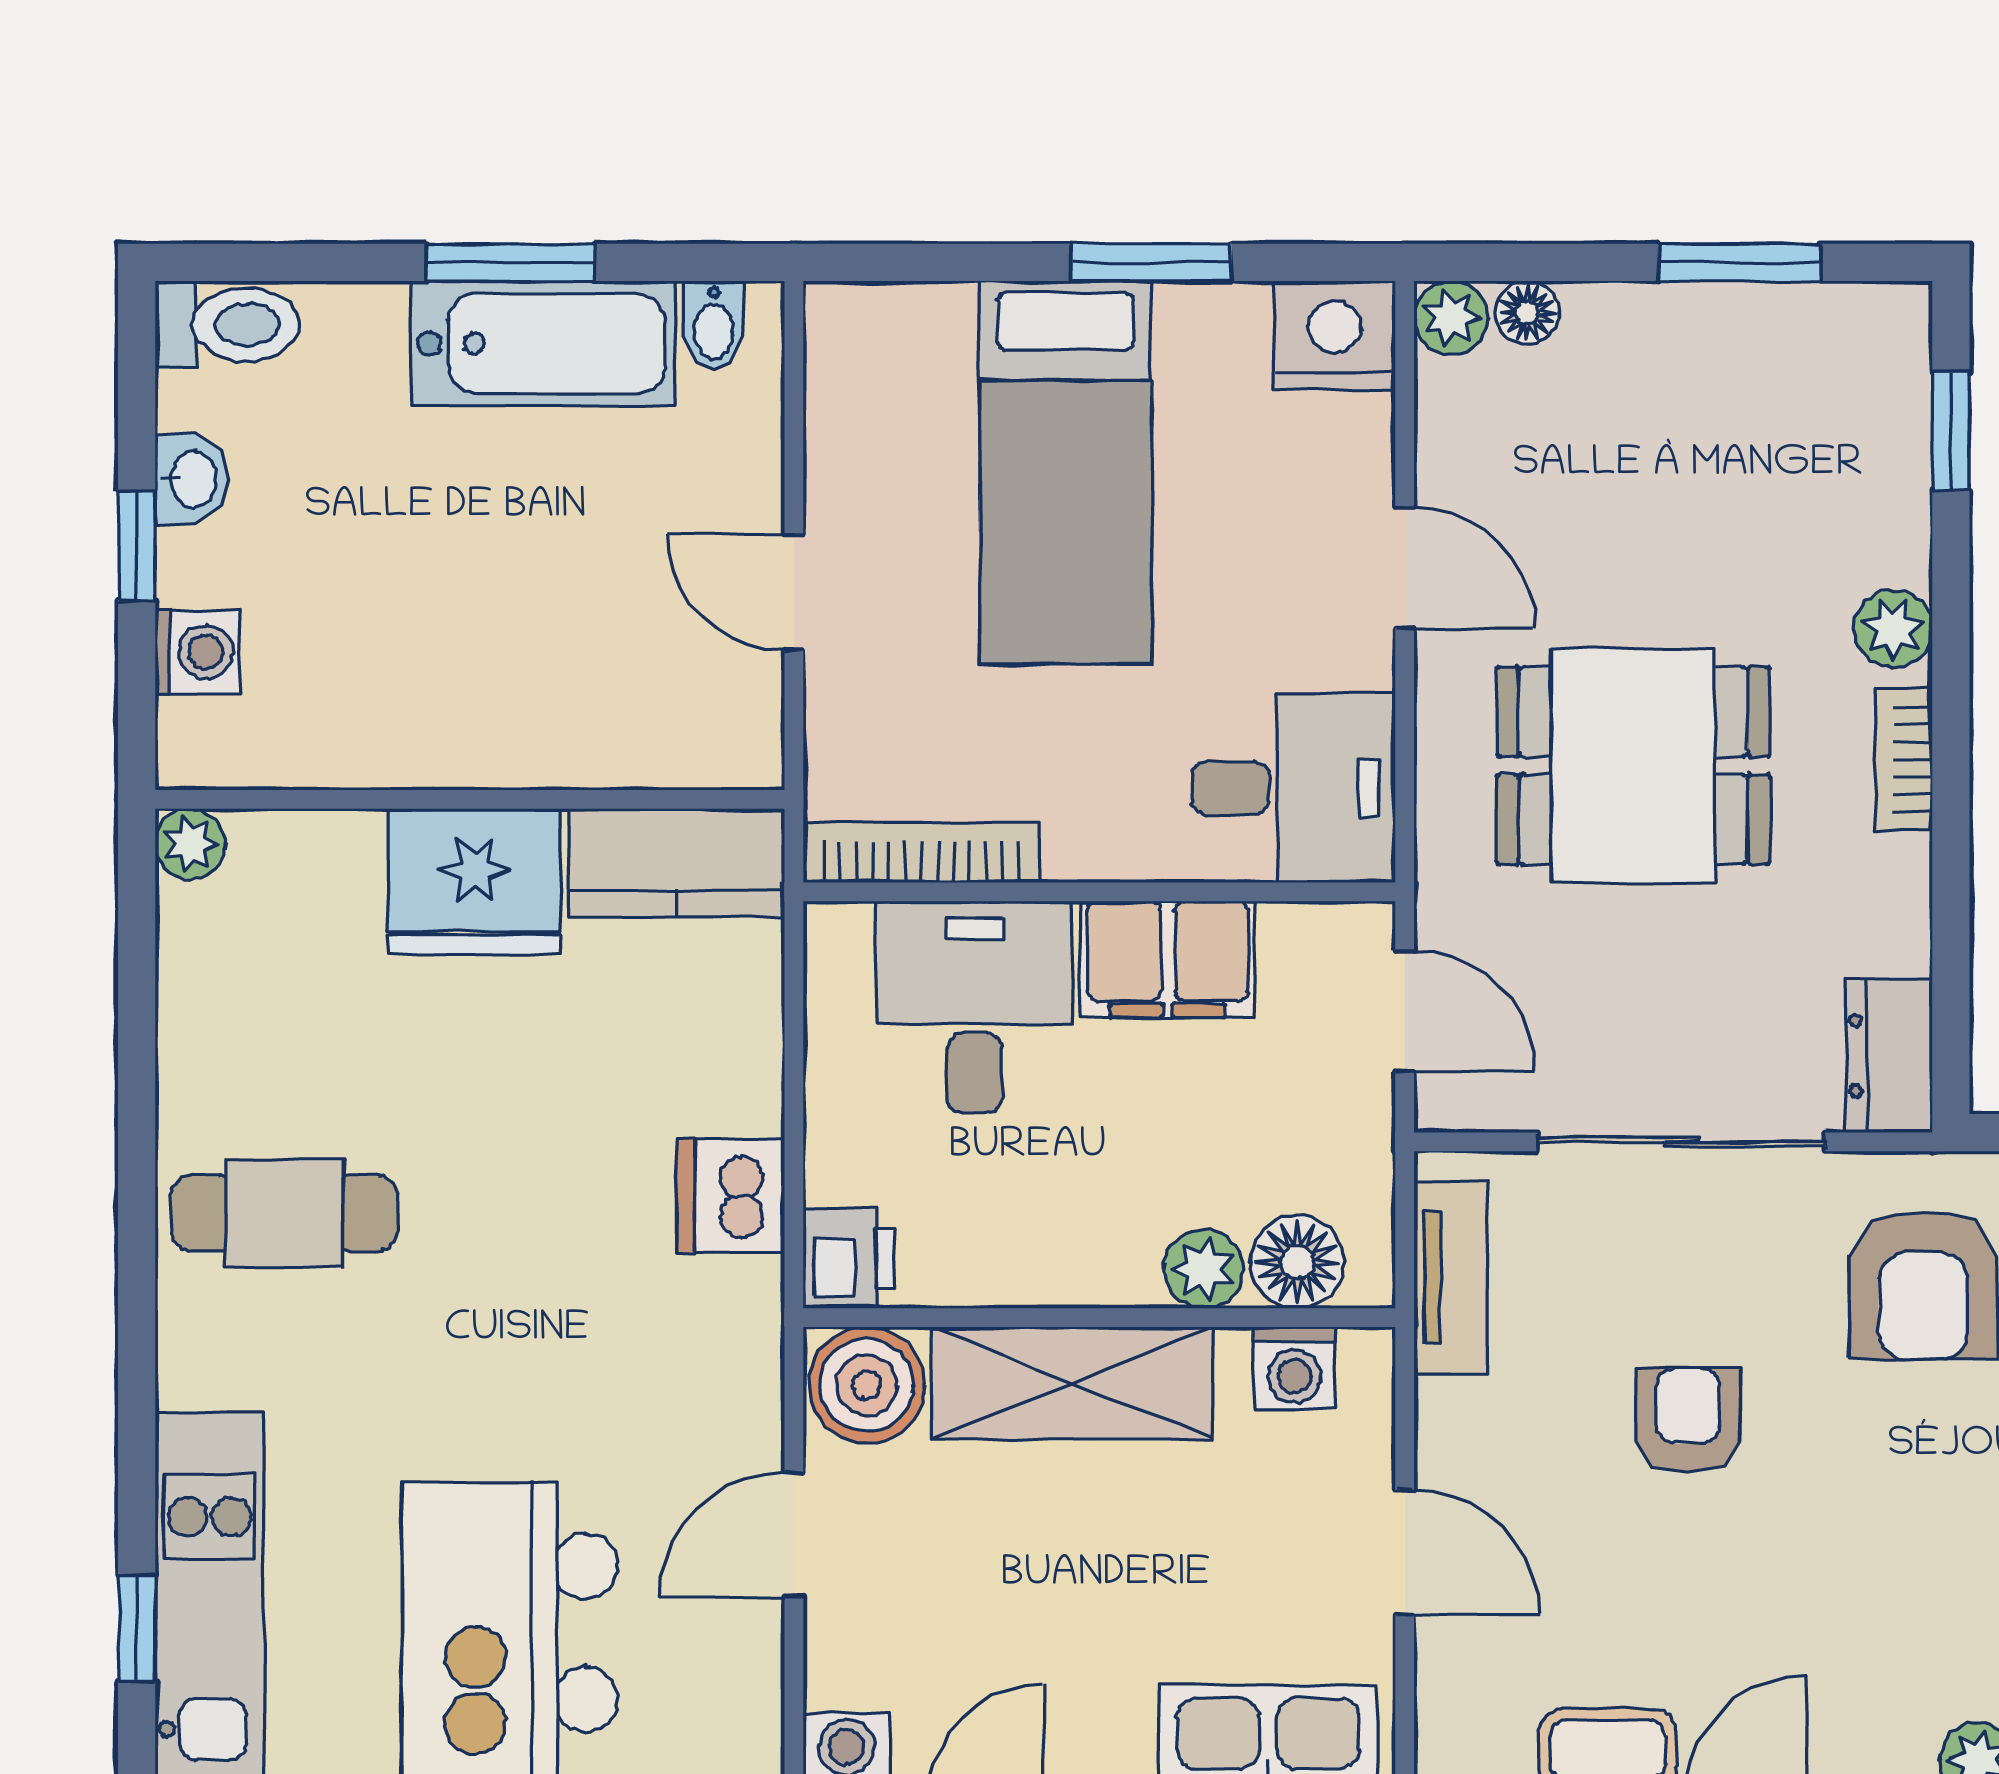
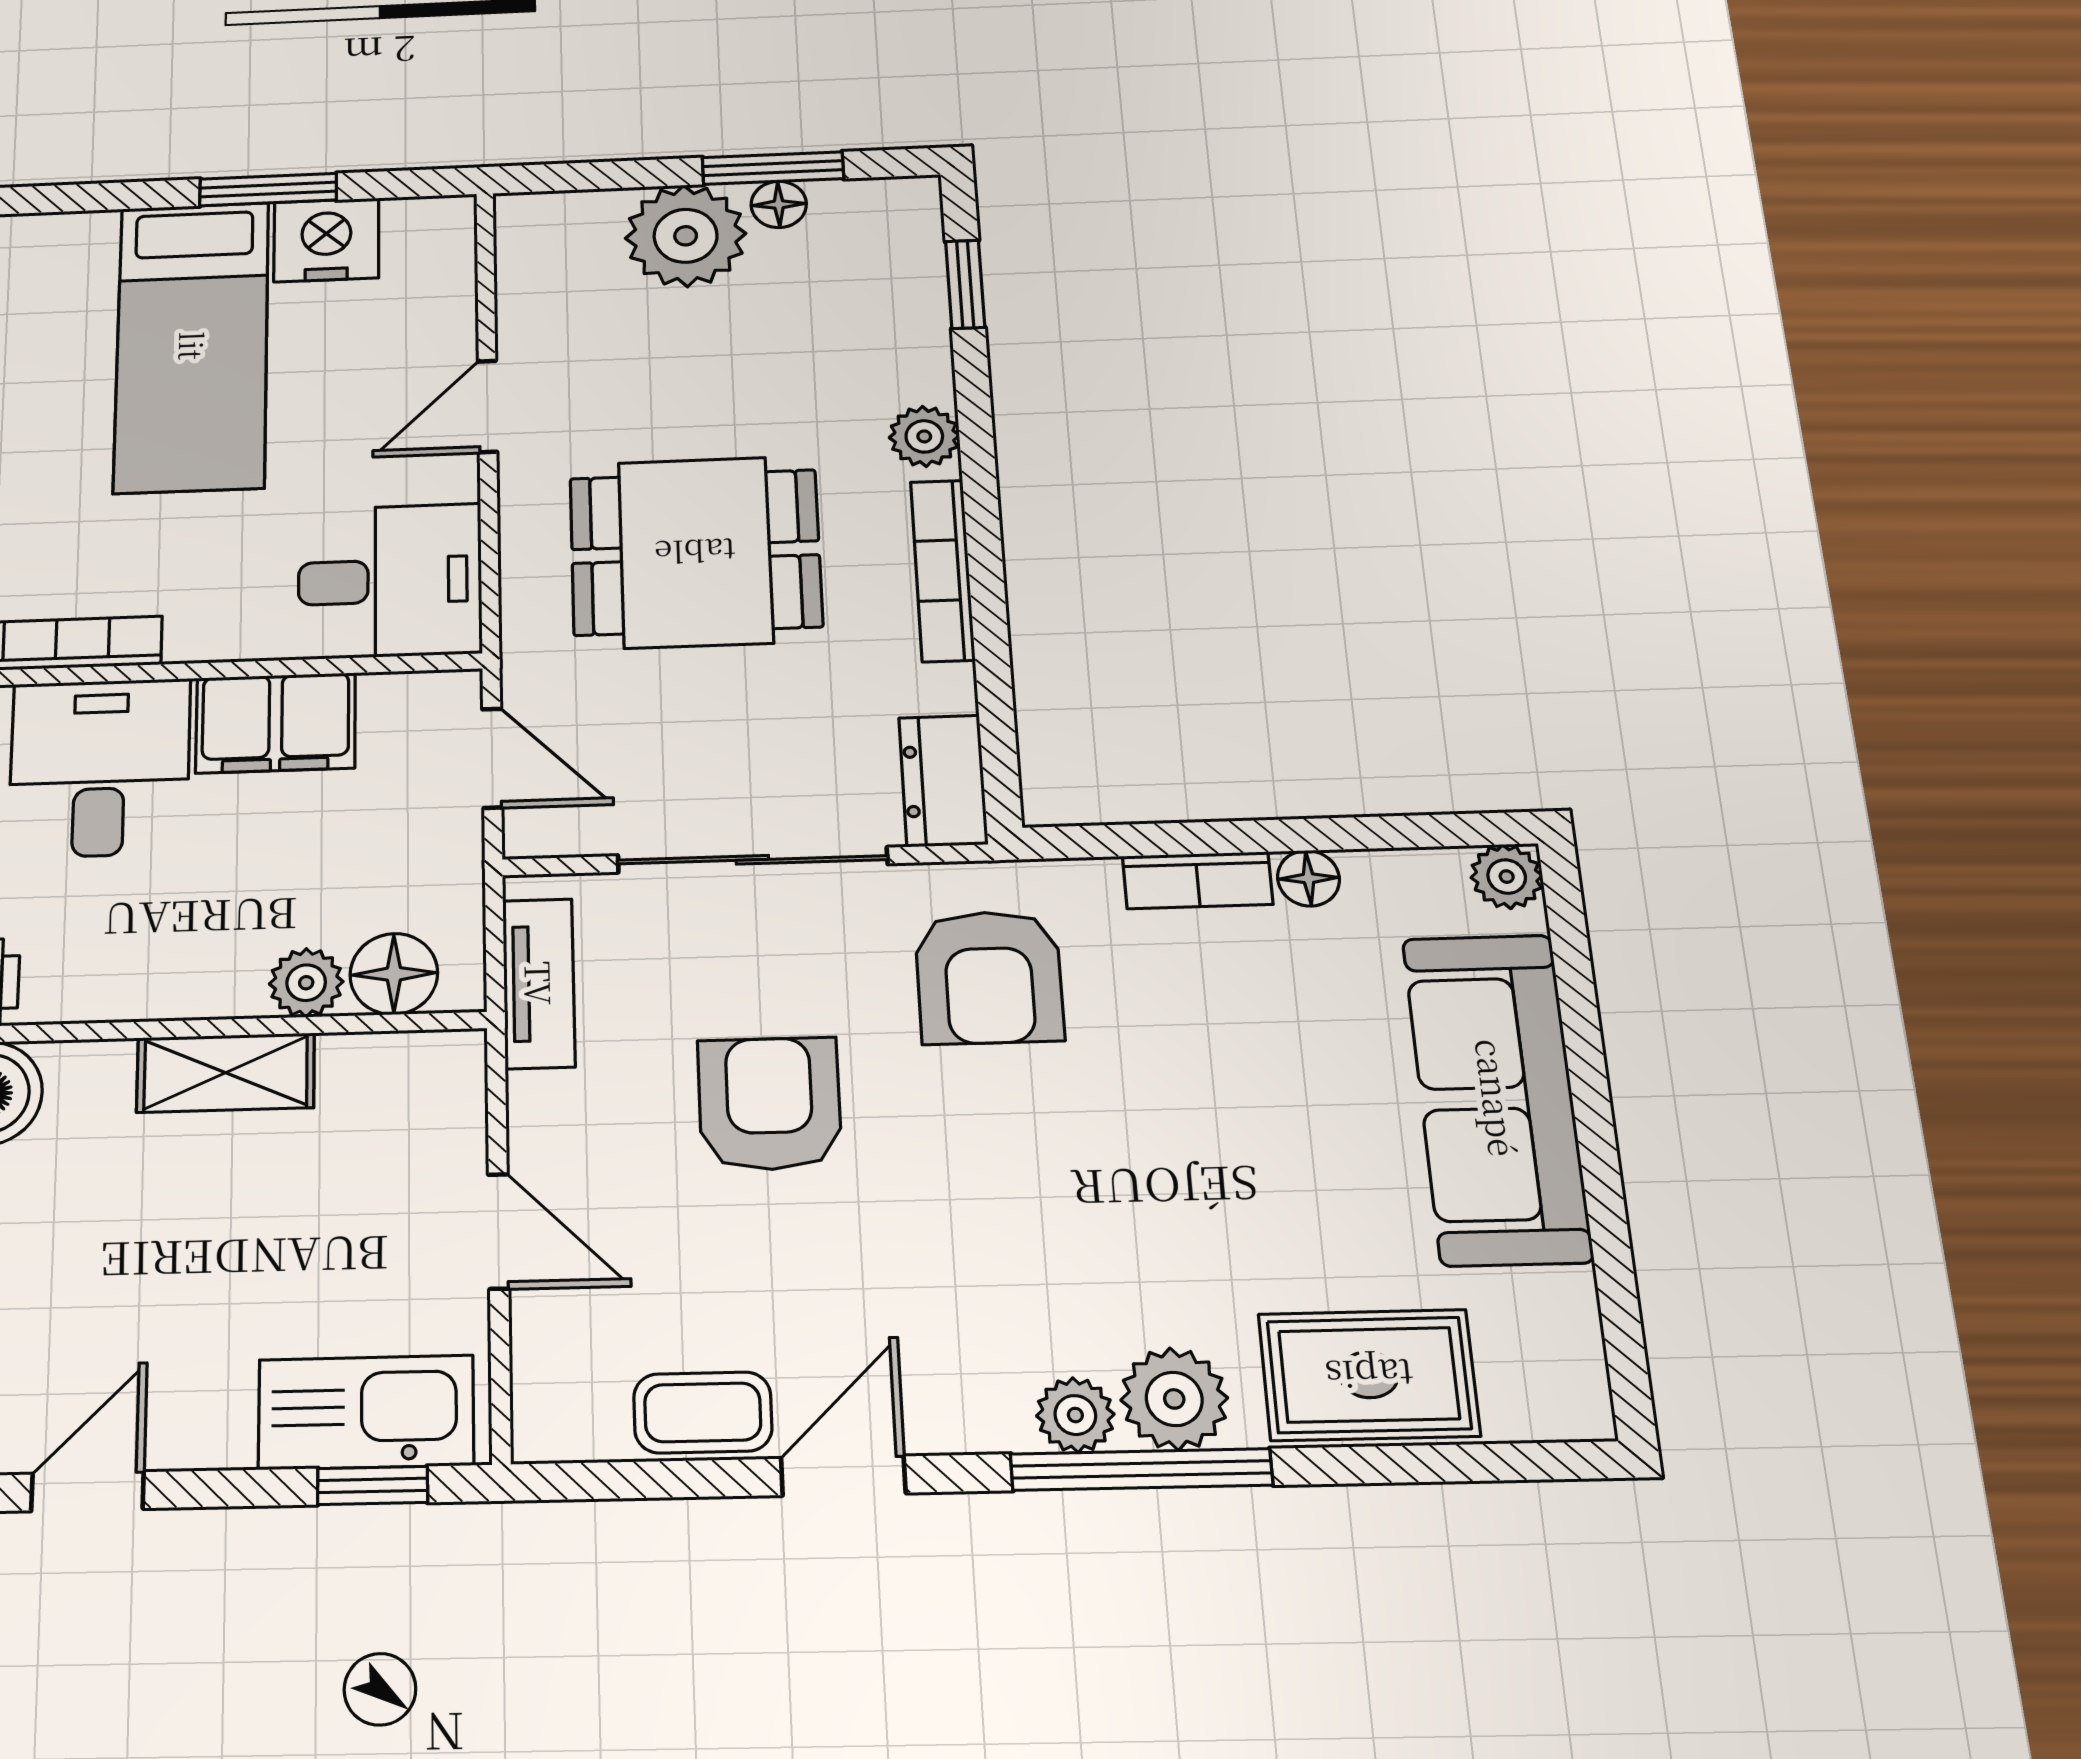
floor lamp: (1527, 313) -> (779, 204), moved
plant: (1451, 318) -> (686, 236), moved, width x1.88, depth x1.88
nightstand: (1335, 336) -> (326, 240), moved
door: (1405, 568) -> (488, 406), swing flipped
bookcase: (1904, 759) -> (943, 570), width x1.56
washing machine: (1294, 1368) -> (391, 1067), removed
shelving: (1072, 1383) -> (226, 1073), width x0.67, depth x0.75
armchair: (1688, 1420) -> (769, 1104), width x1.38, depth x1.38

